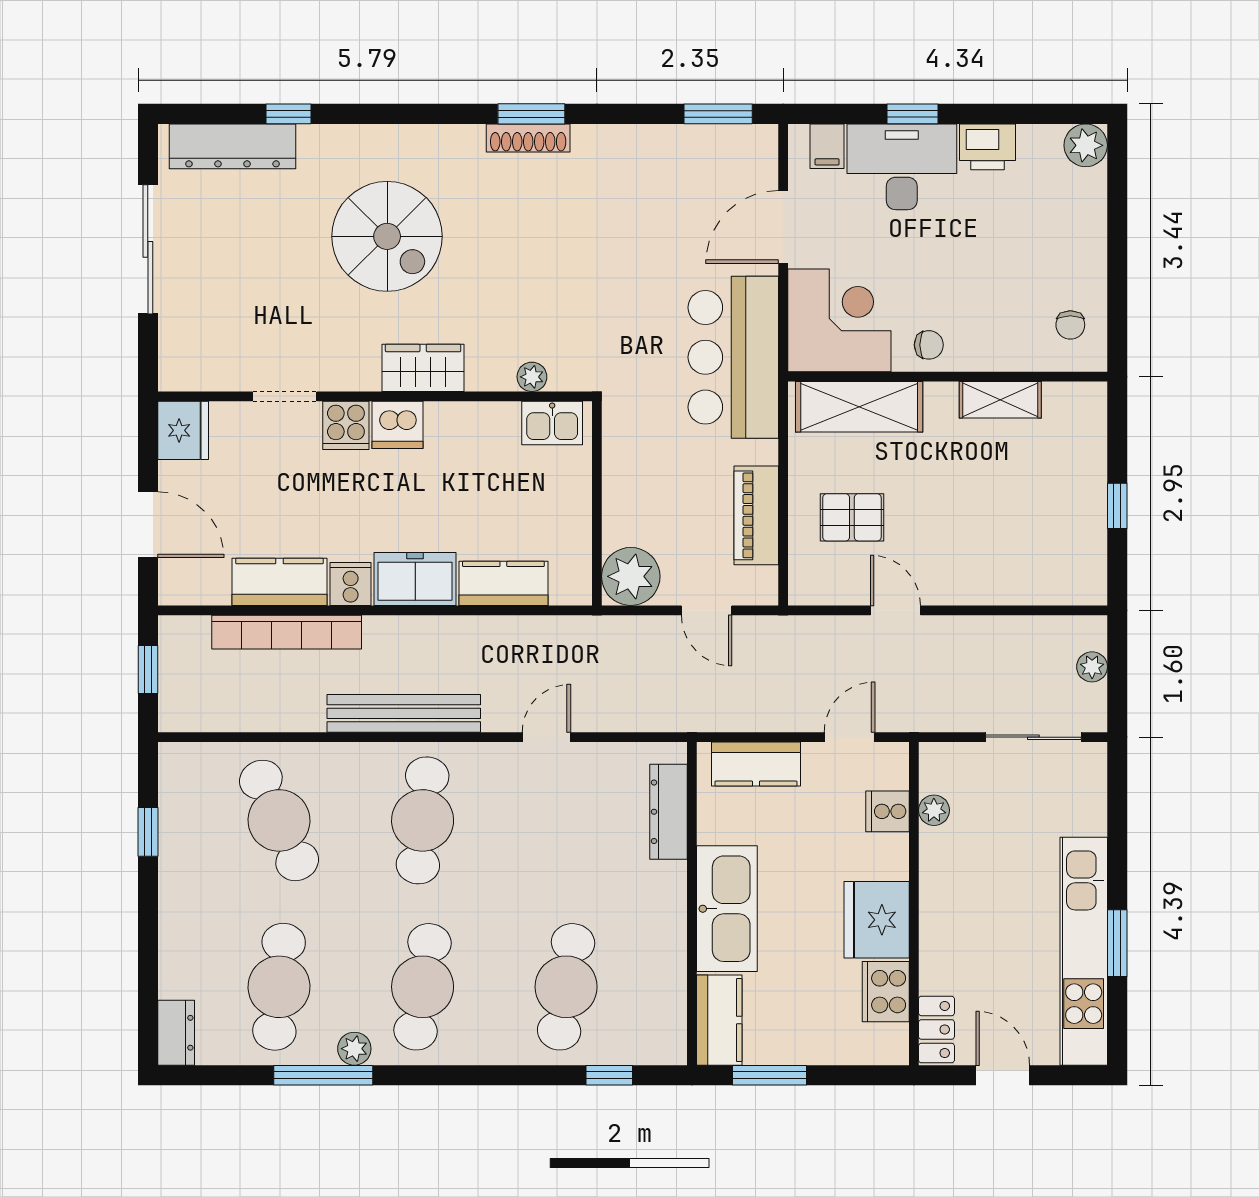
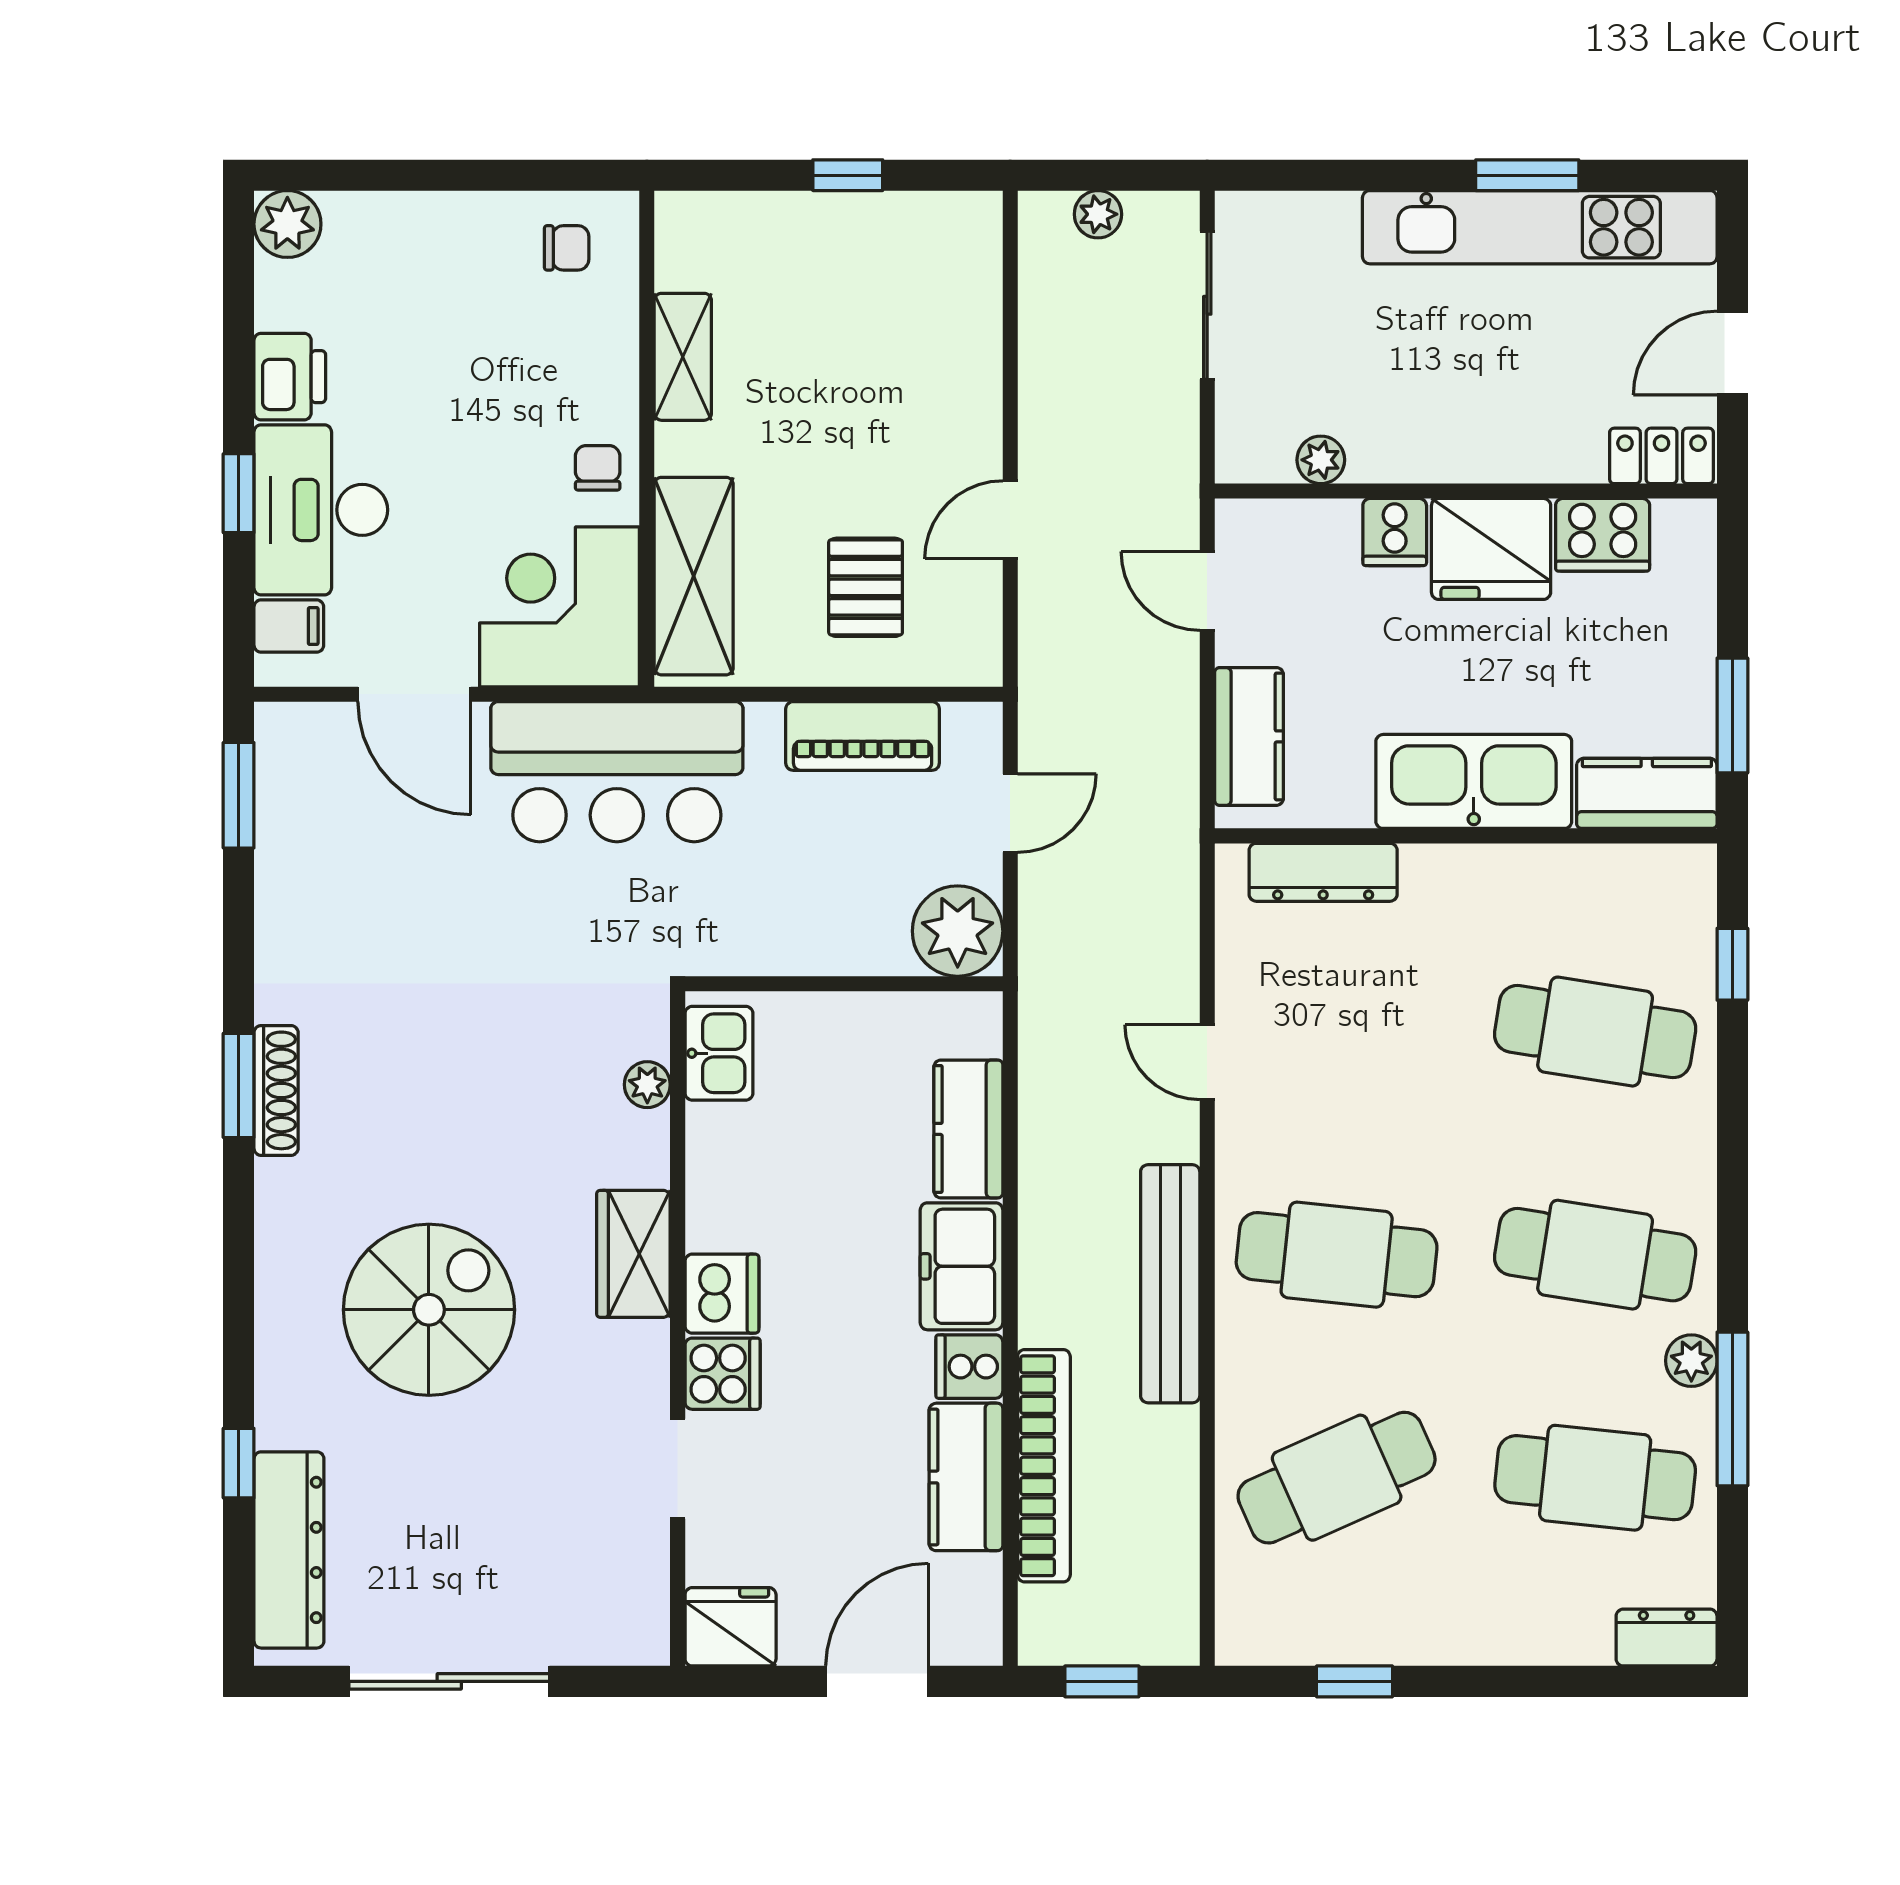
cooker: (888, 811) -> (1395, 532), moved

